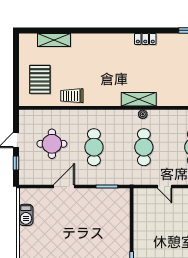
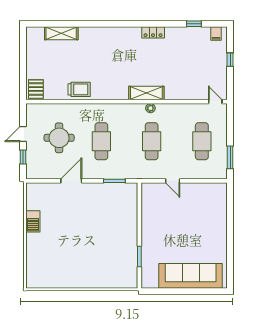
pallet: (40, 79) -> (36, 89), moved, width x0.67, depth x0.71
trolley: (72, 96) -> (79, 89), turned 180
barbecue: (26, 215) -> (33, 221), moved

